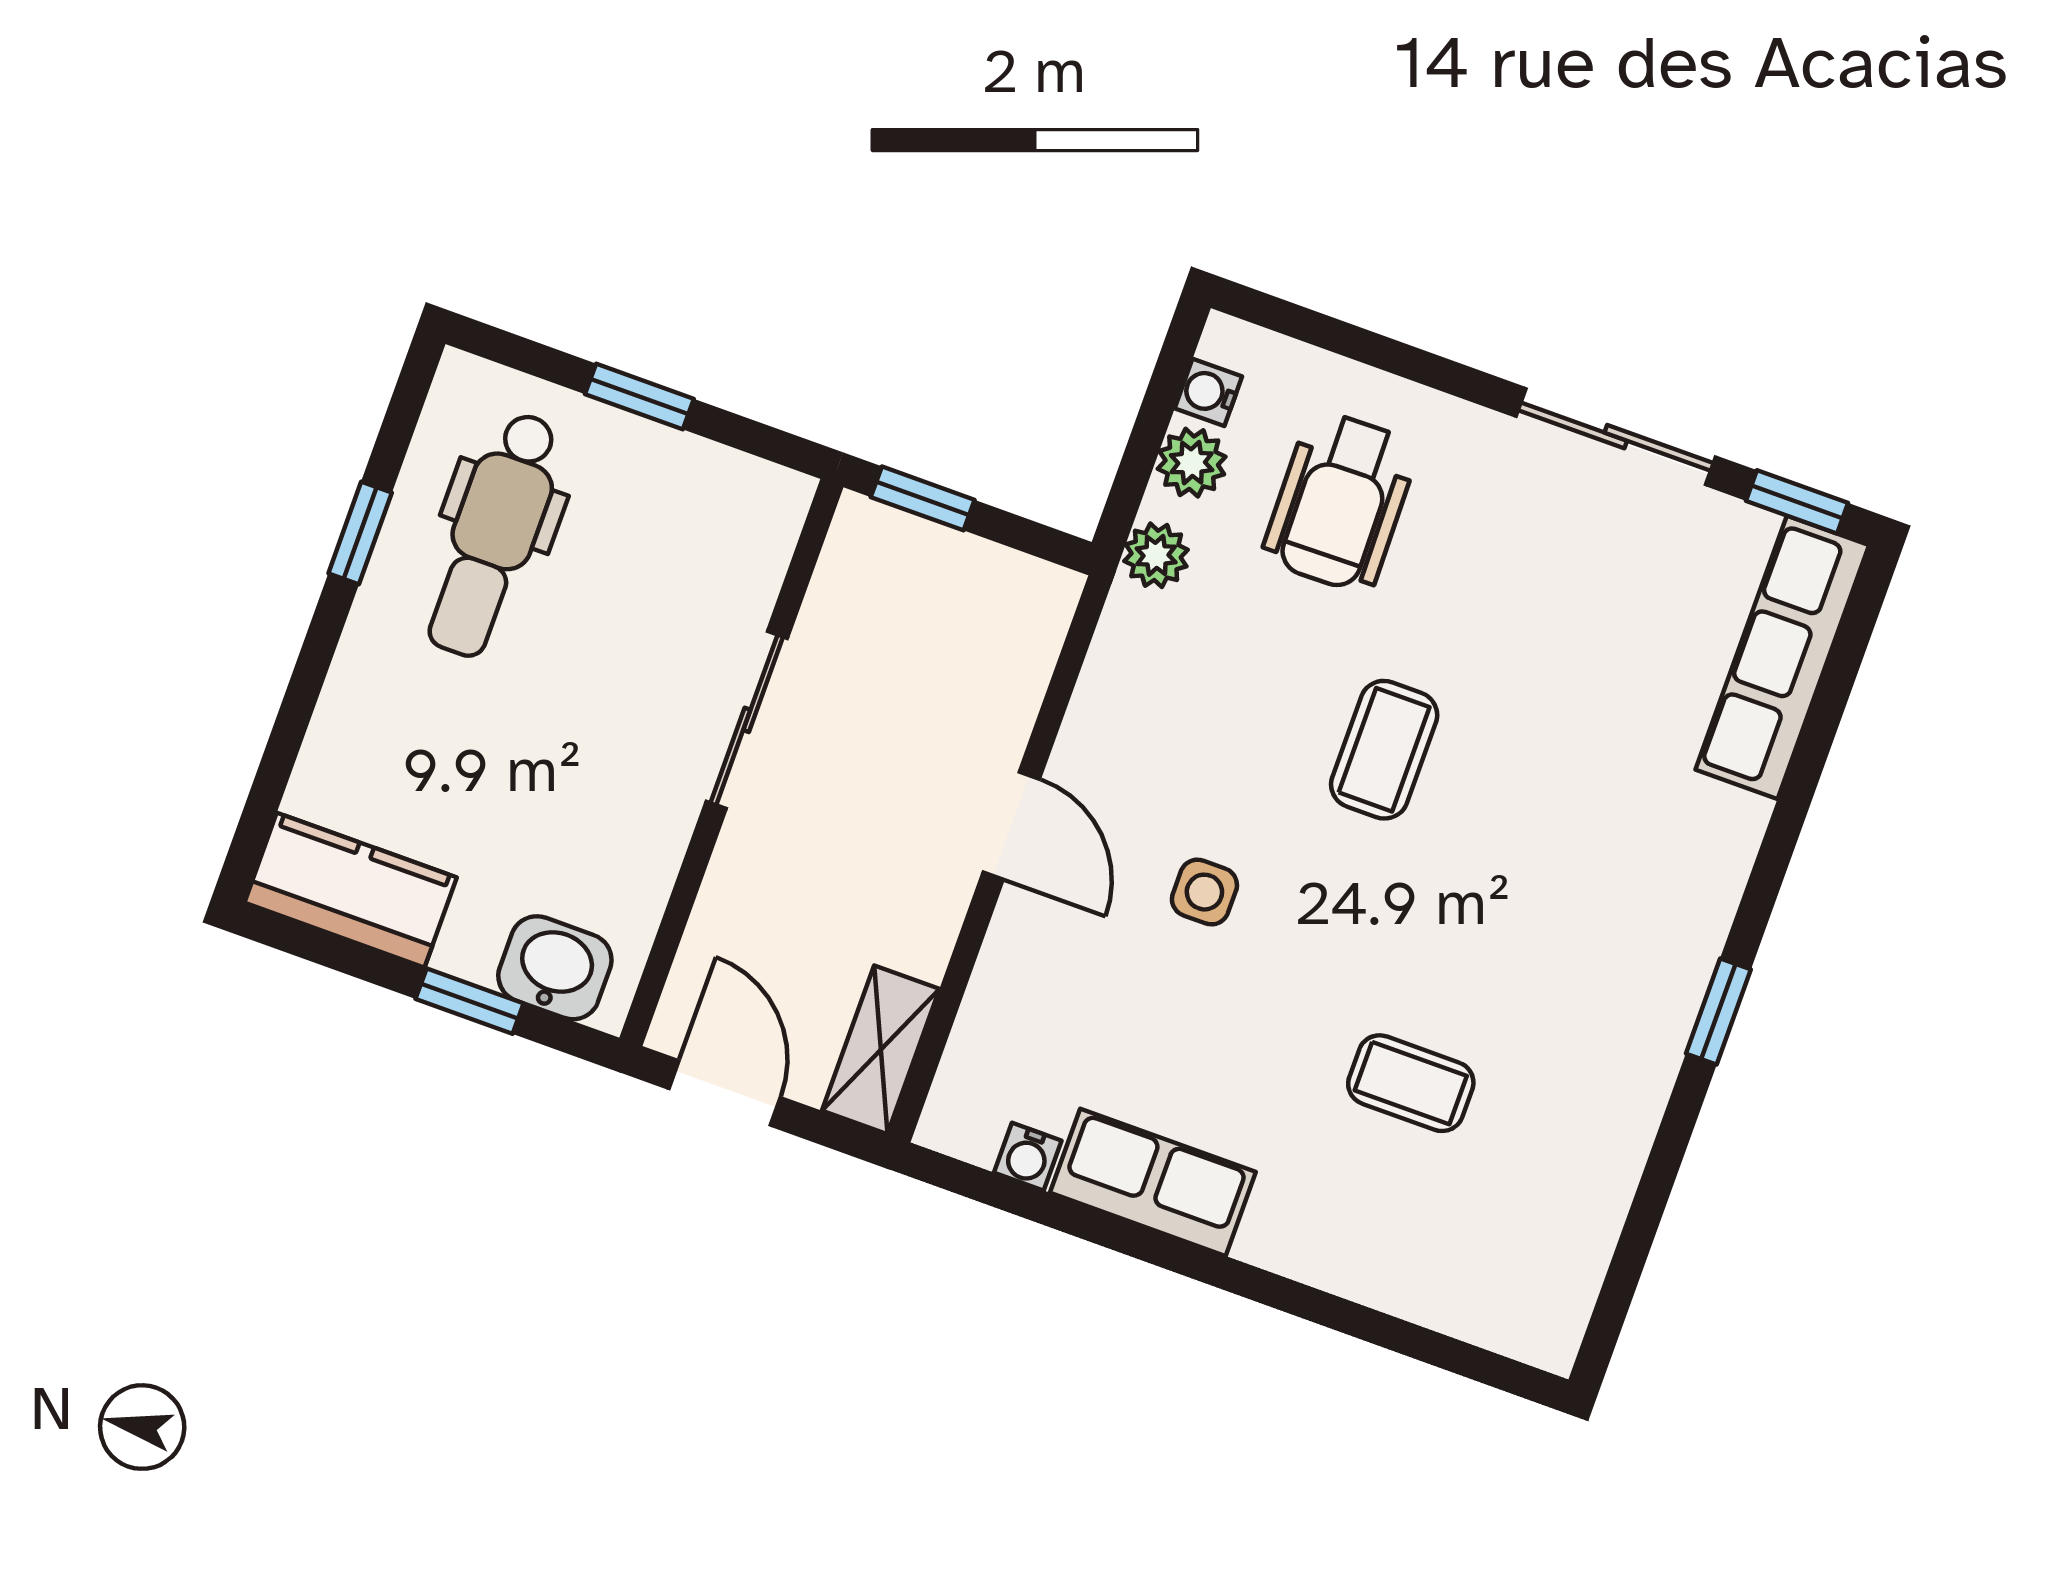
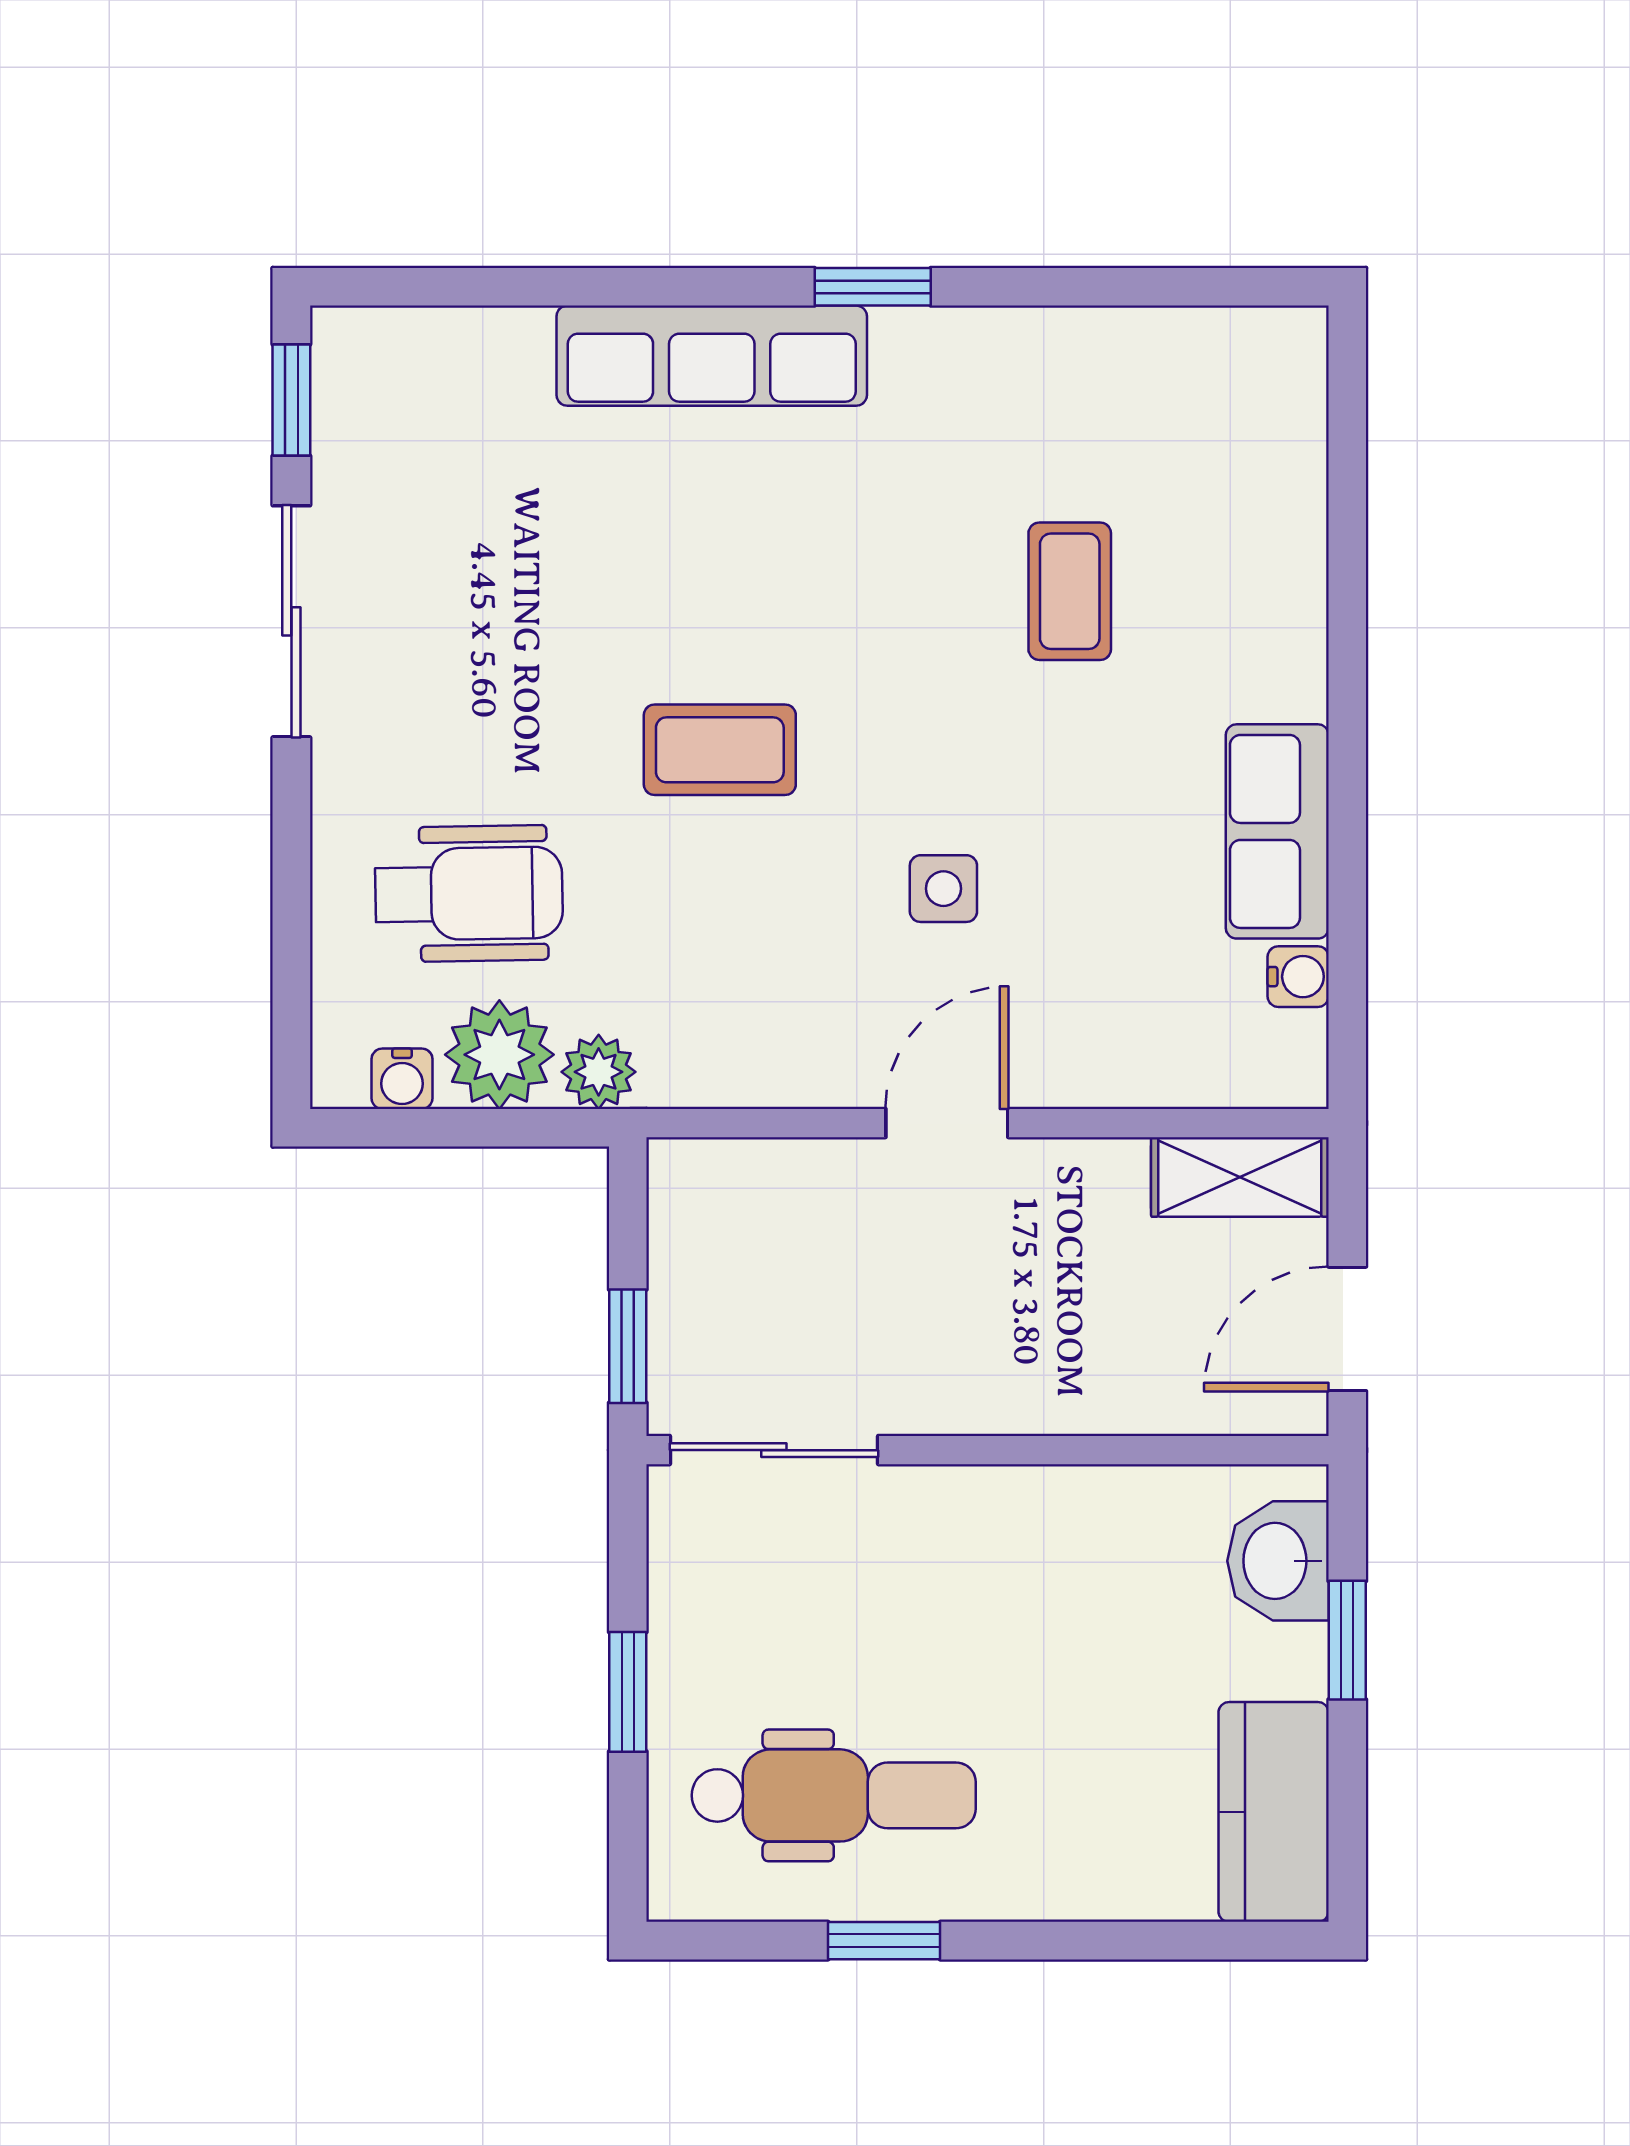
plant: (1192, 463) -> (499, 1055), width x1.38, depth x1.38
row of seats: (1782, 657) -> (712, 356), moved
sliding door: (747, 720) -> (774, 1450), moved

